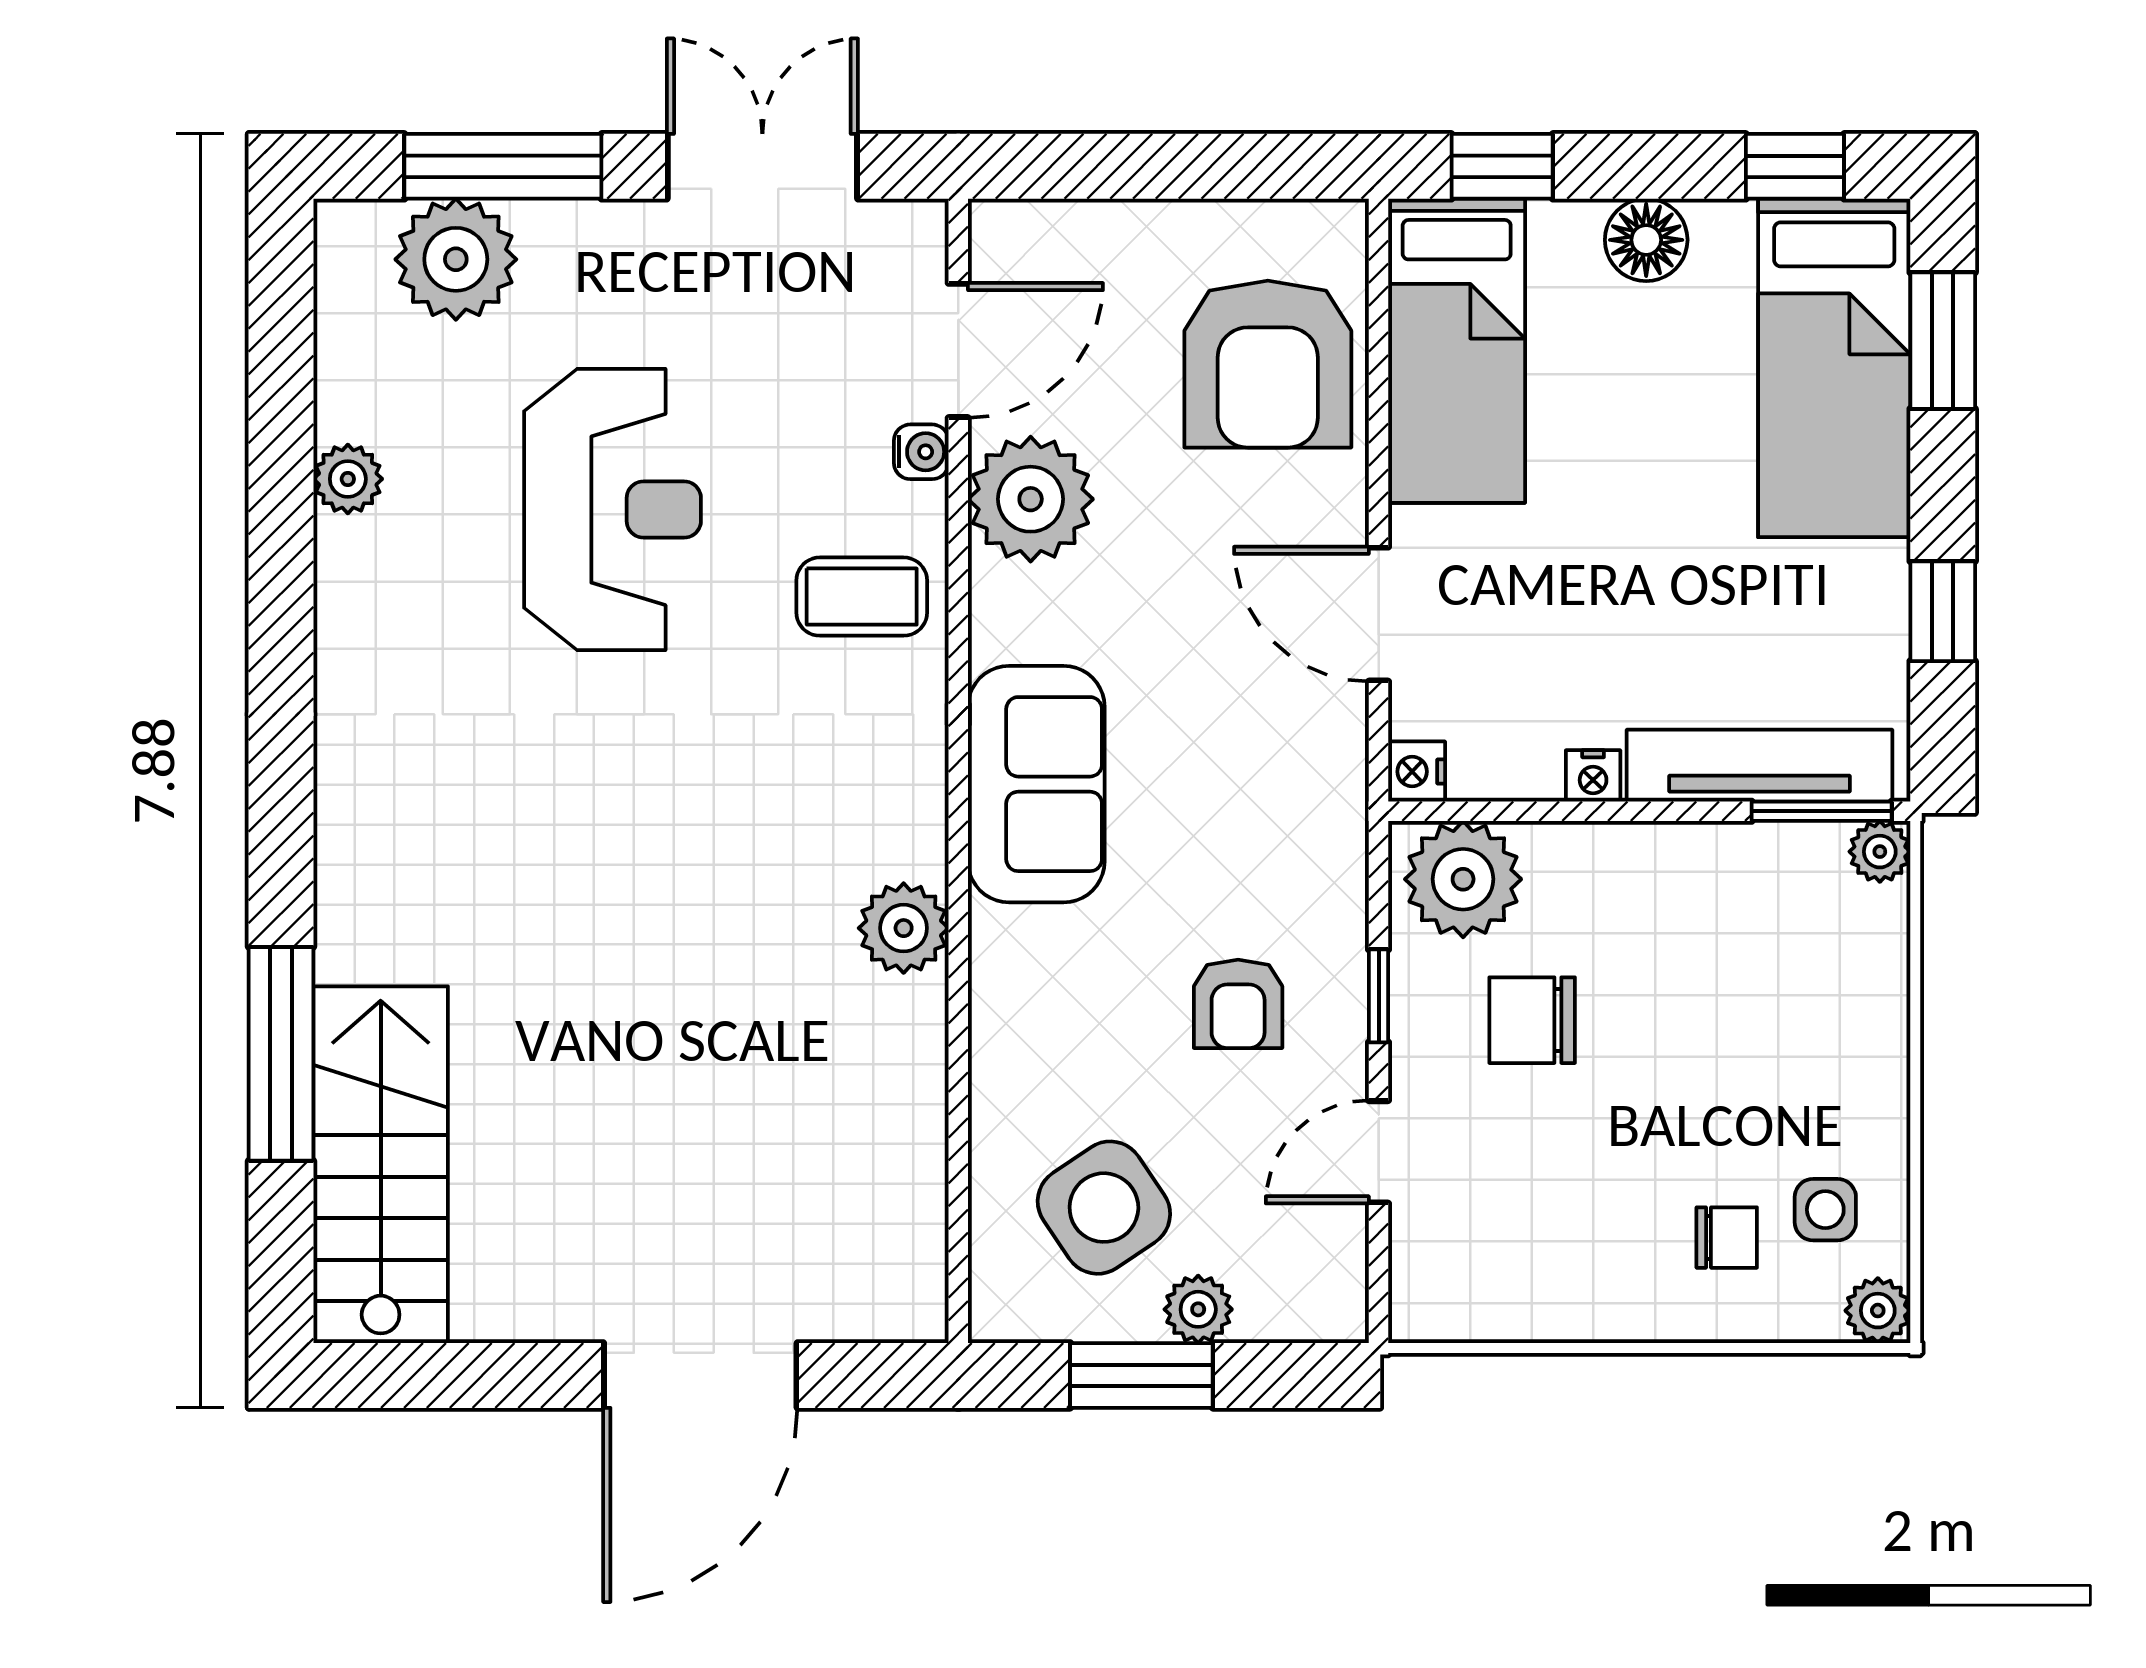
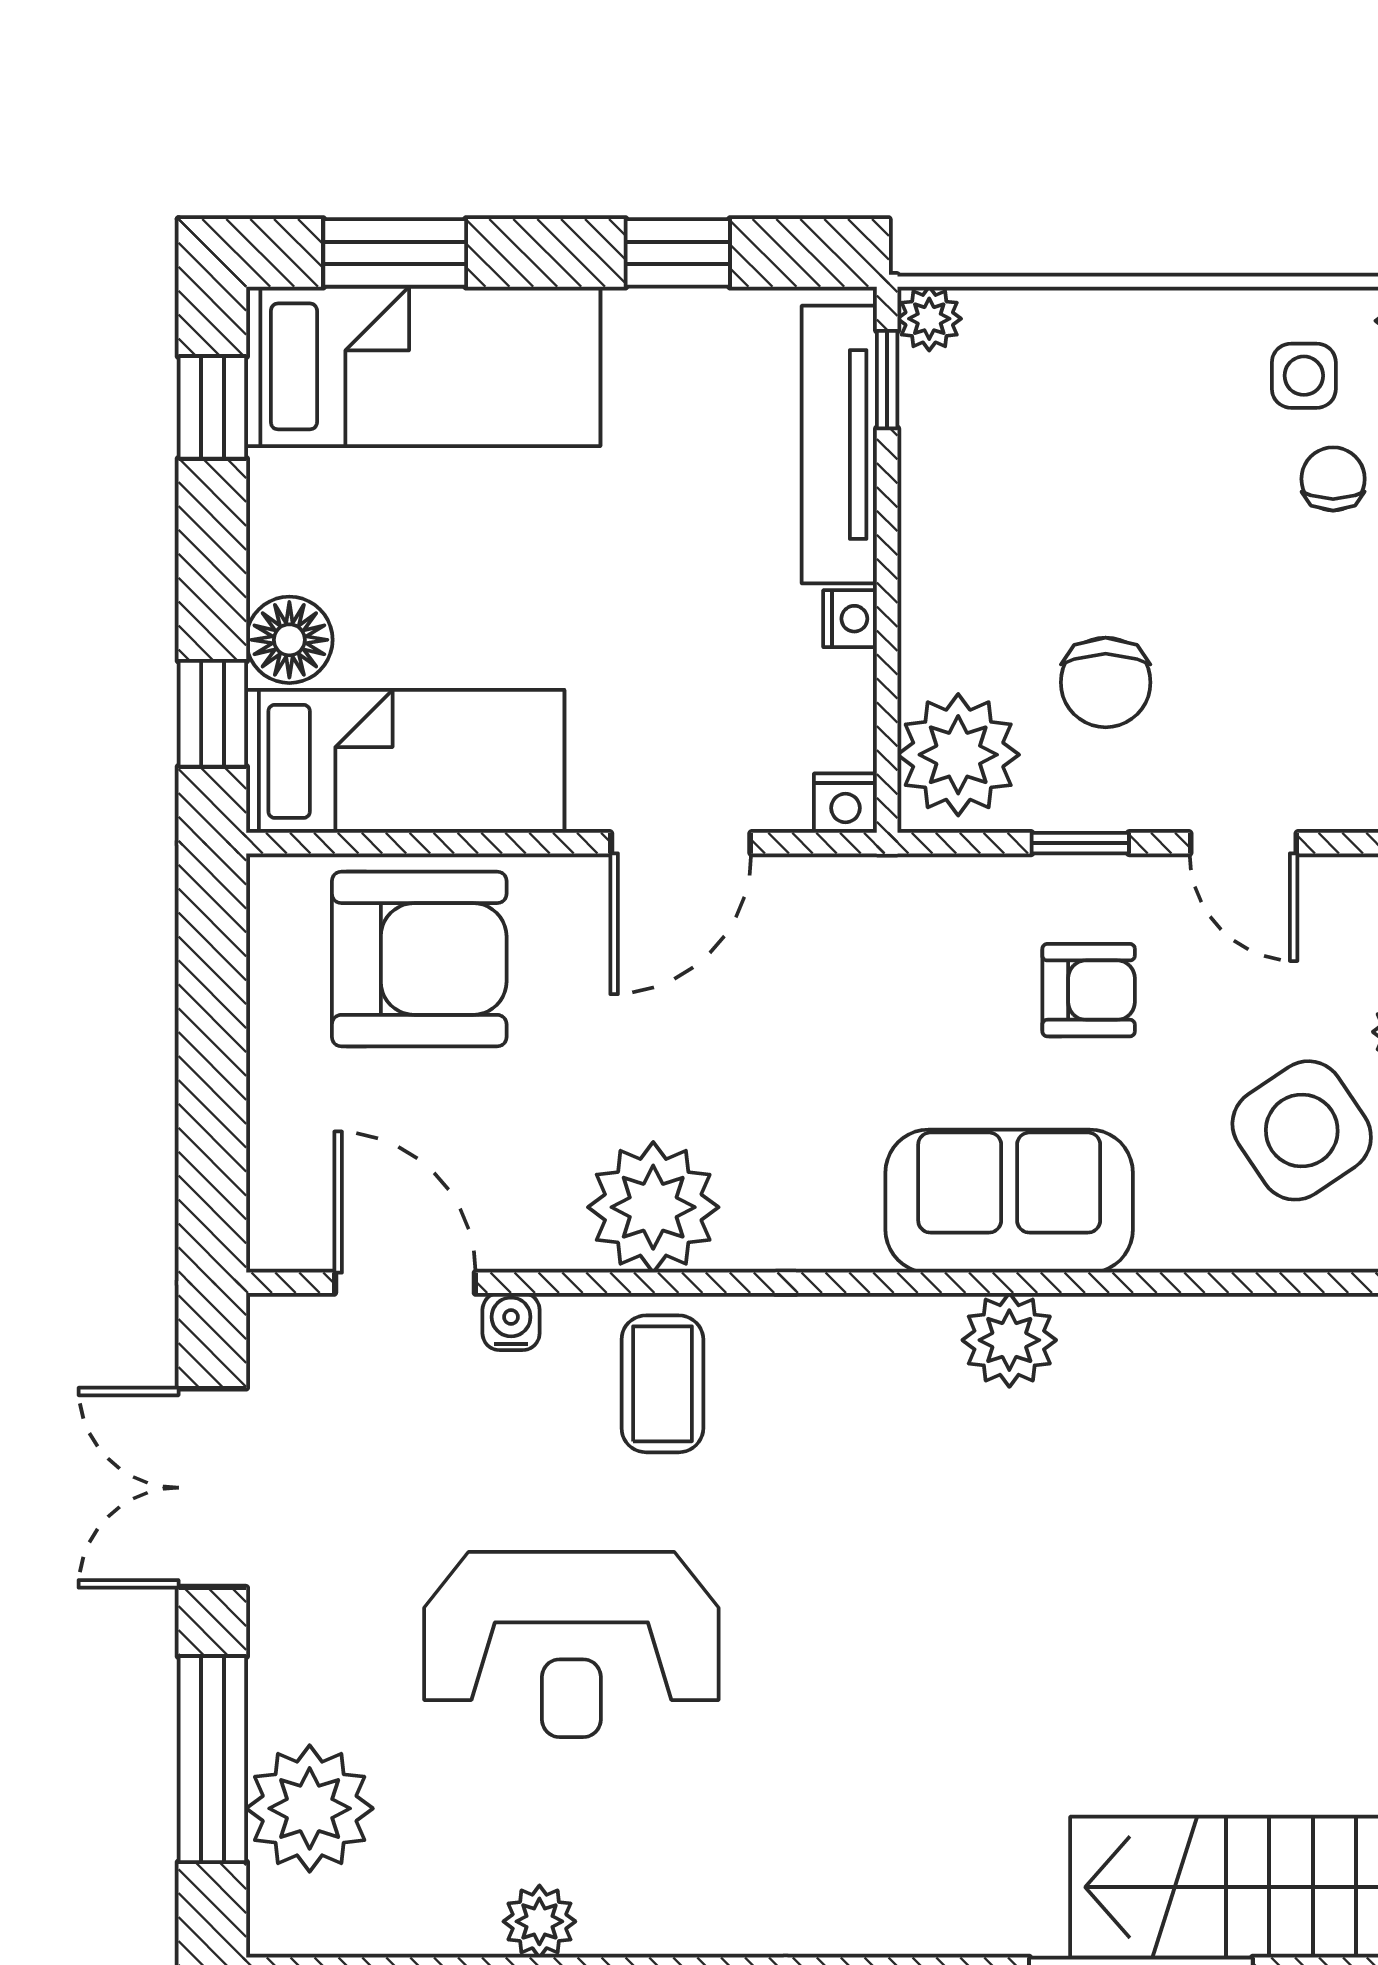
floor lamp: (1646, 240) -> (289, 640), moved
plant: (1031, 499) -> (653, 1207), moved
reception desk: (612, 510) -> (571, 1645), turned 180
sofa: (1036, 784) -> (1009, 1201), moved
window: (1822, 811) -> (887, 380), width x0.67

